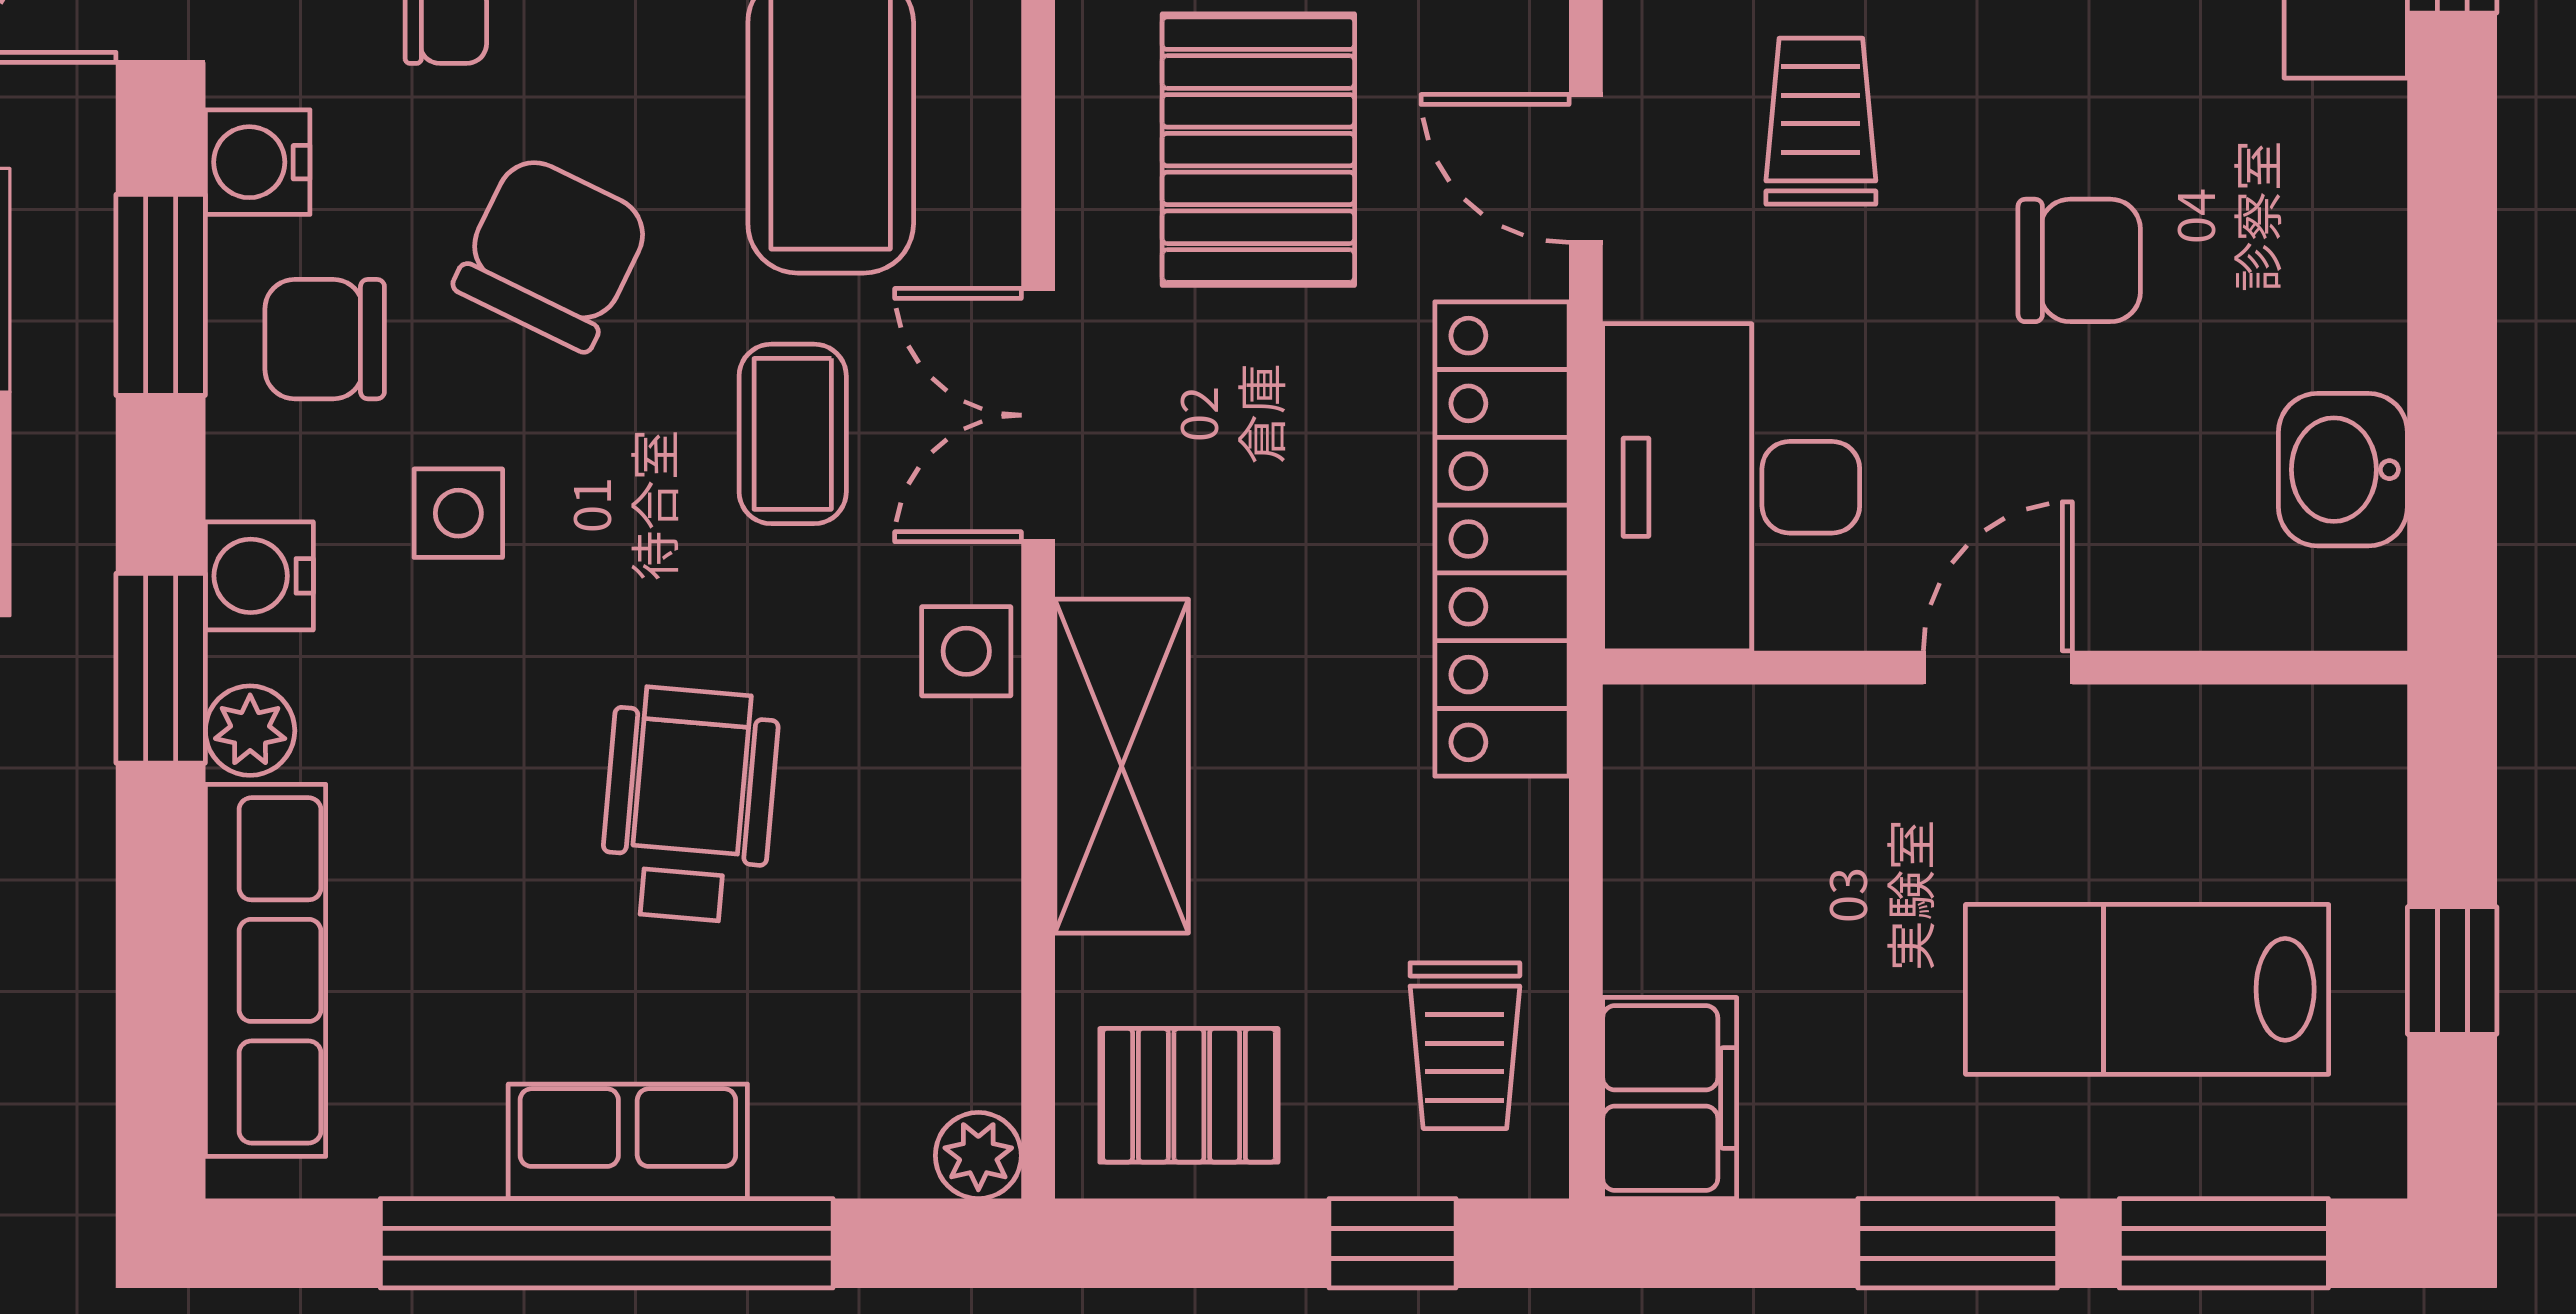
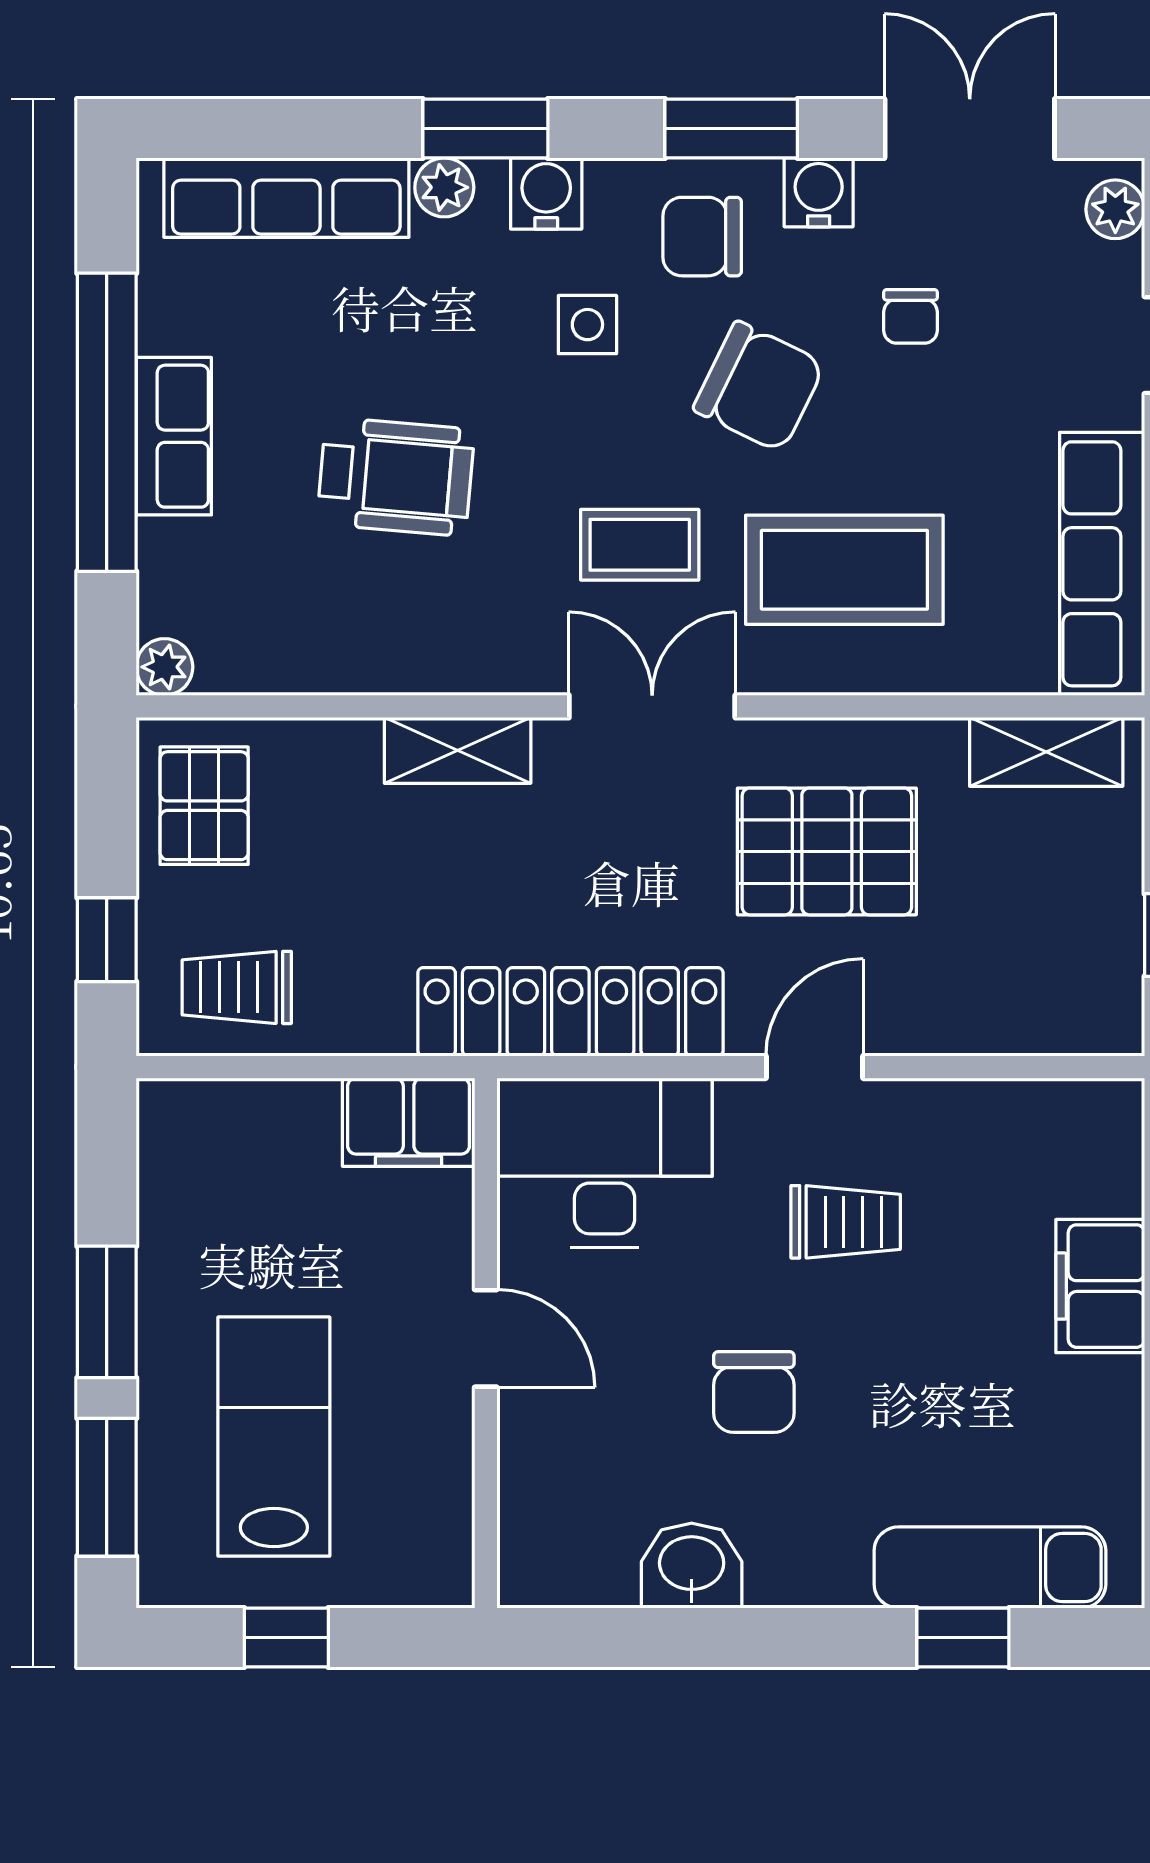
chair: (325, 339) -> (702, 237), turned -90
washbasin: (2343, 470) -> (692, 1566), moved
side table: (966, 651) -> (497, 659), removed
shelving: (1122, 766) -> (458, 750), width x0.67, depth x0.75
filing cabinet: (1670, 1098) -> (409, 1122), moved

